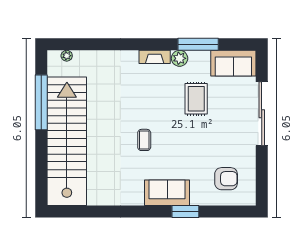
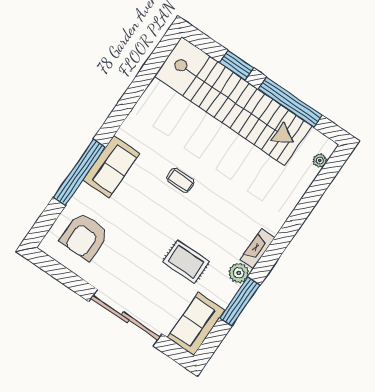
window: (41, 156) -> (236, 65), added
armchair: (226, 179) -> (84, 236), width x1.36, depth x1.36
window: (185, 212) -> (79, 172), width x2.11

